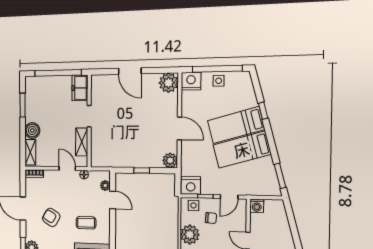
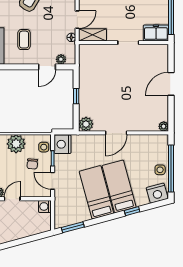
nightstand: (191, 81) -> (157, 193), moved, turned 75
plant: (169, 83) -> (164, 126), width x0.53, depth x0.53
shelving: (82, 142) -> (92, 35), moved

